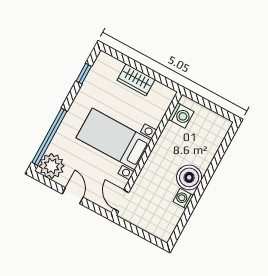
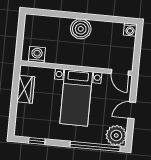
wardrobe: (136, 80) -> (26, 89), moved
washing machine: (183, 198) -> (130, 30), moved
door: (121, 201) -> (120, 72), hinge flipped

